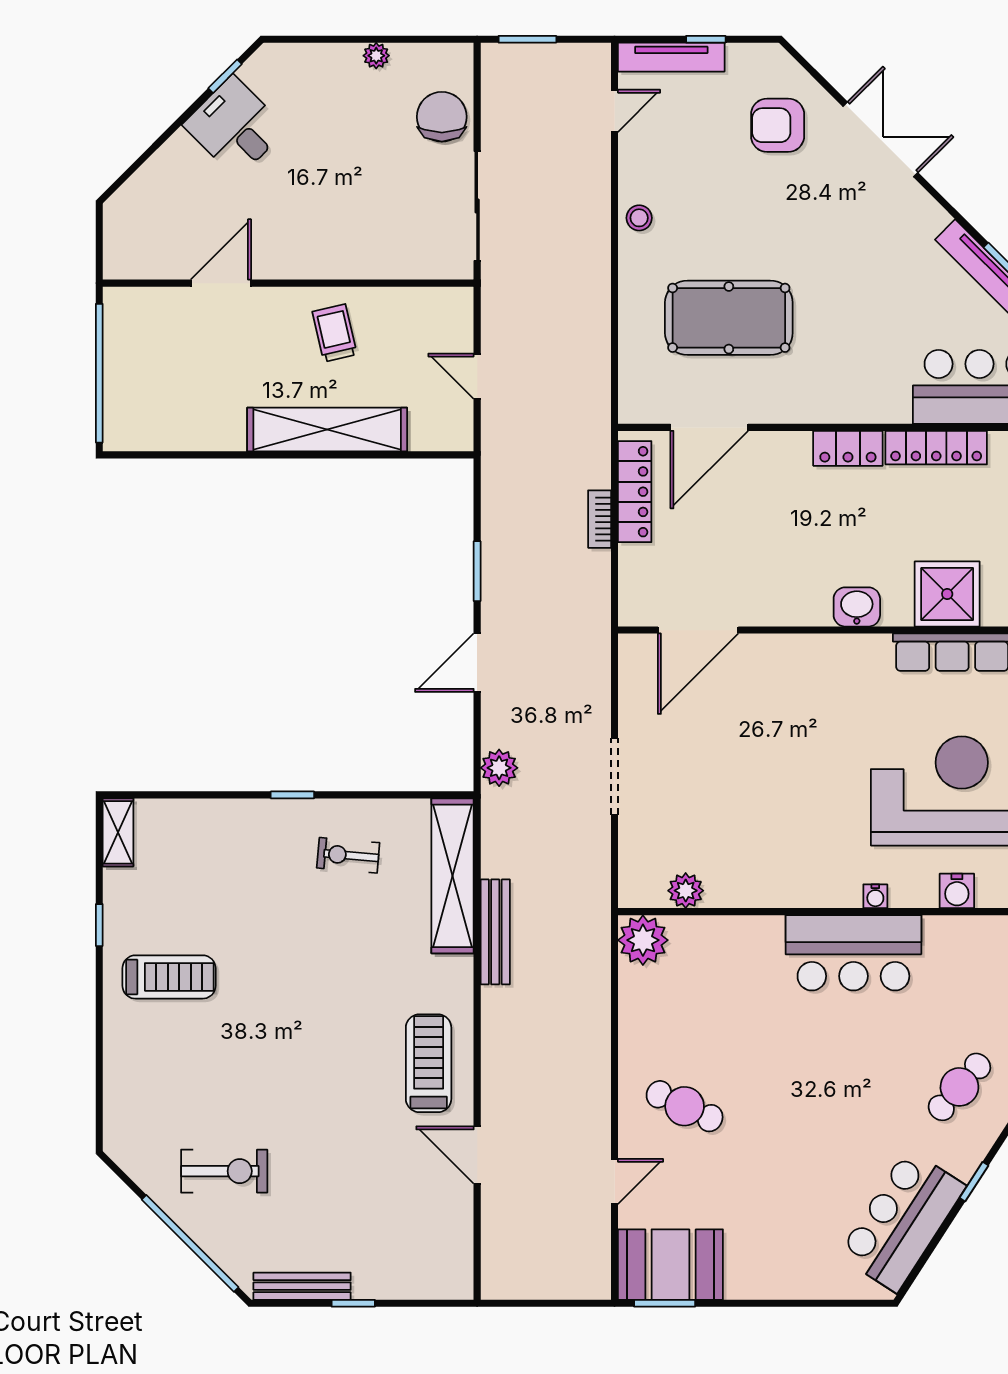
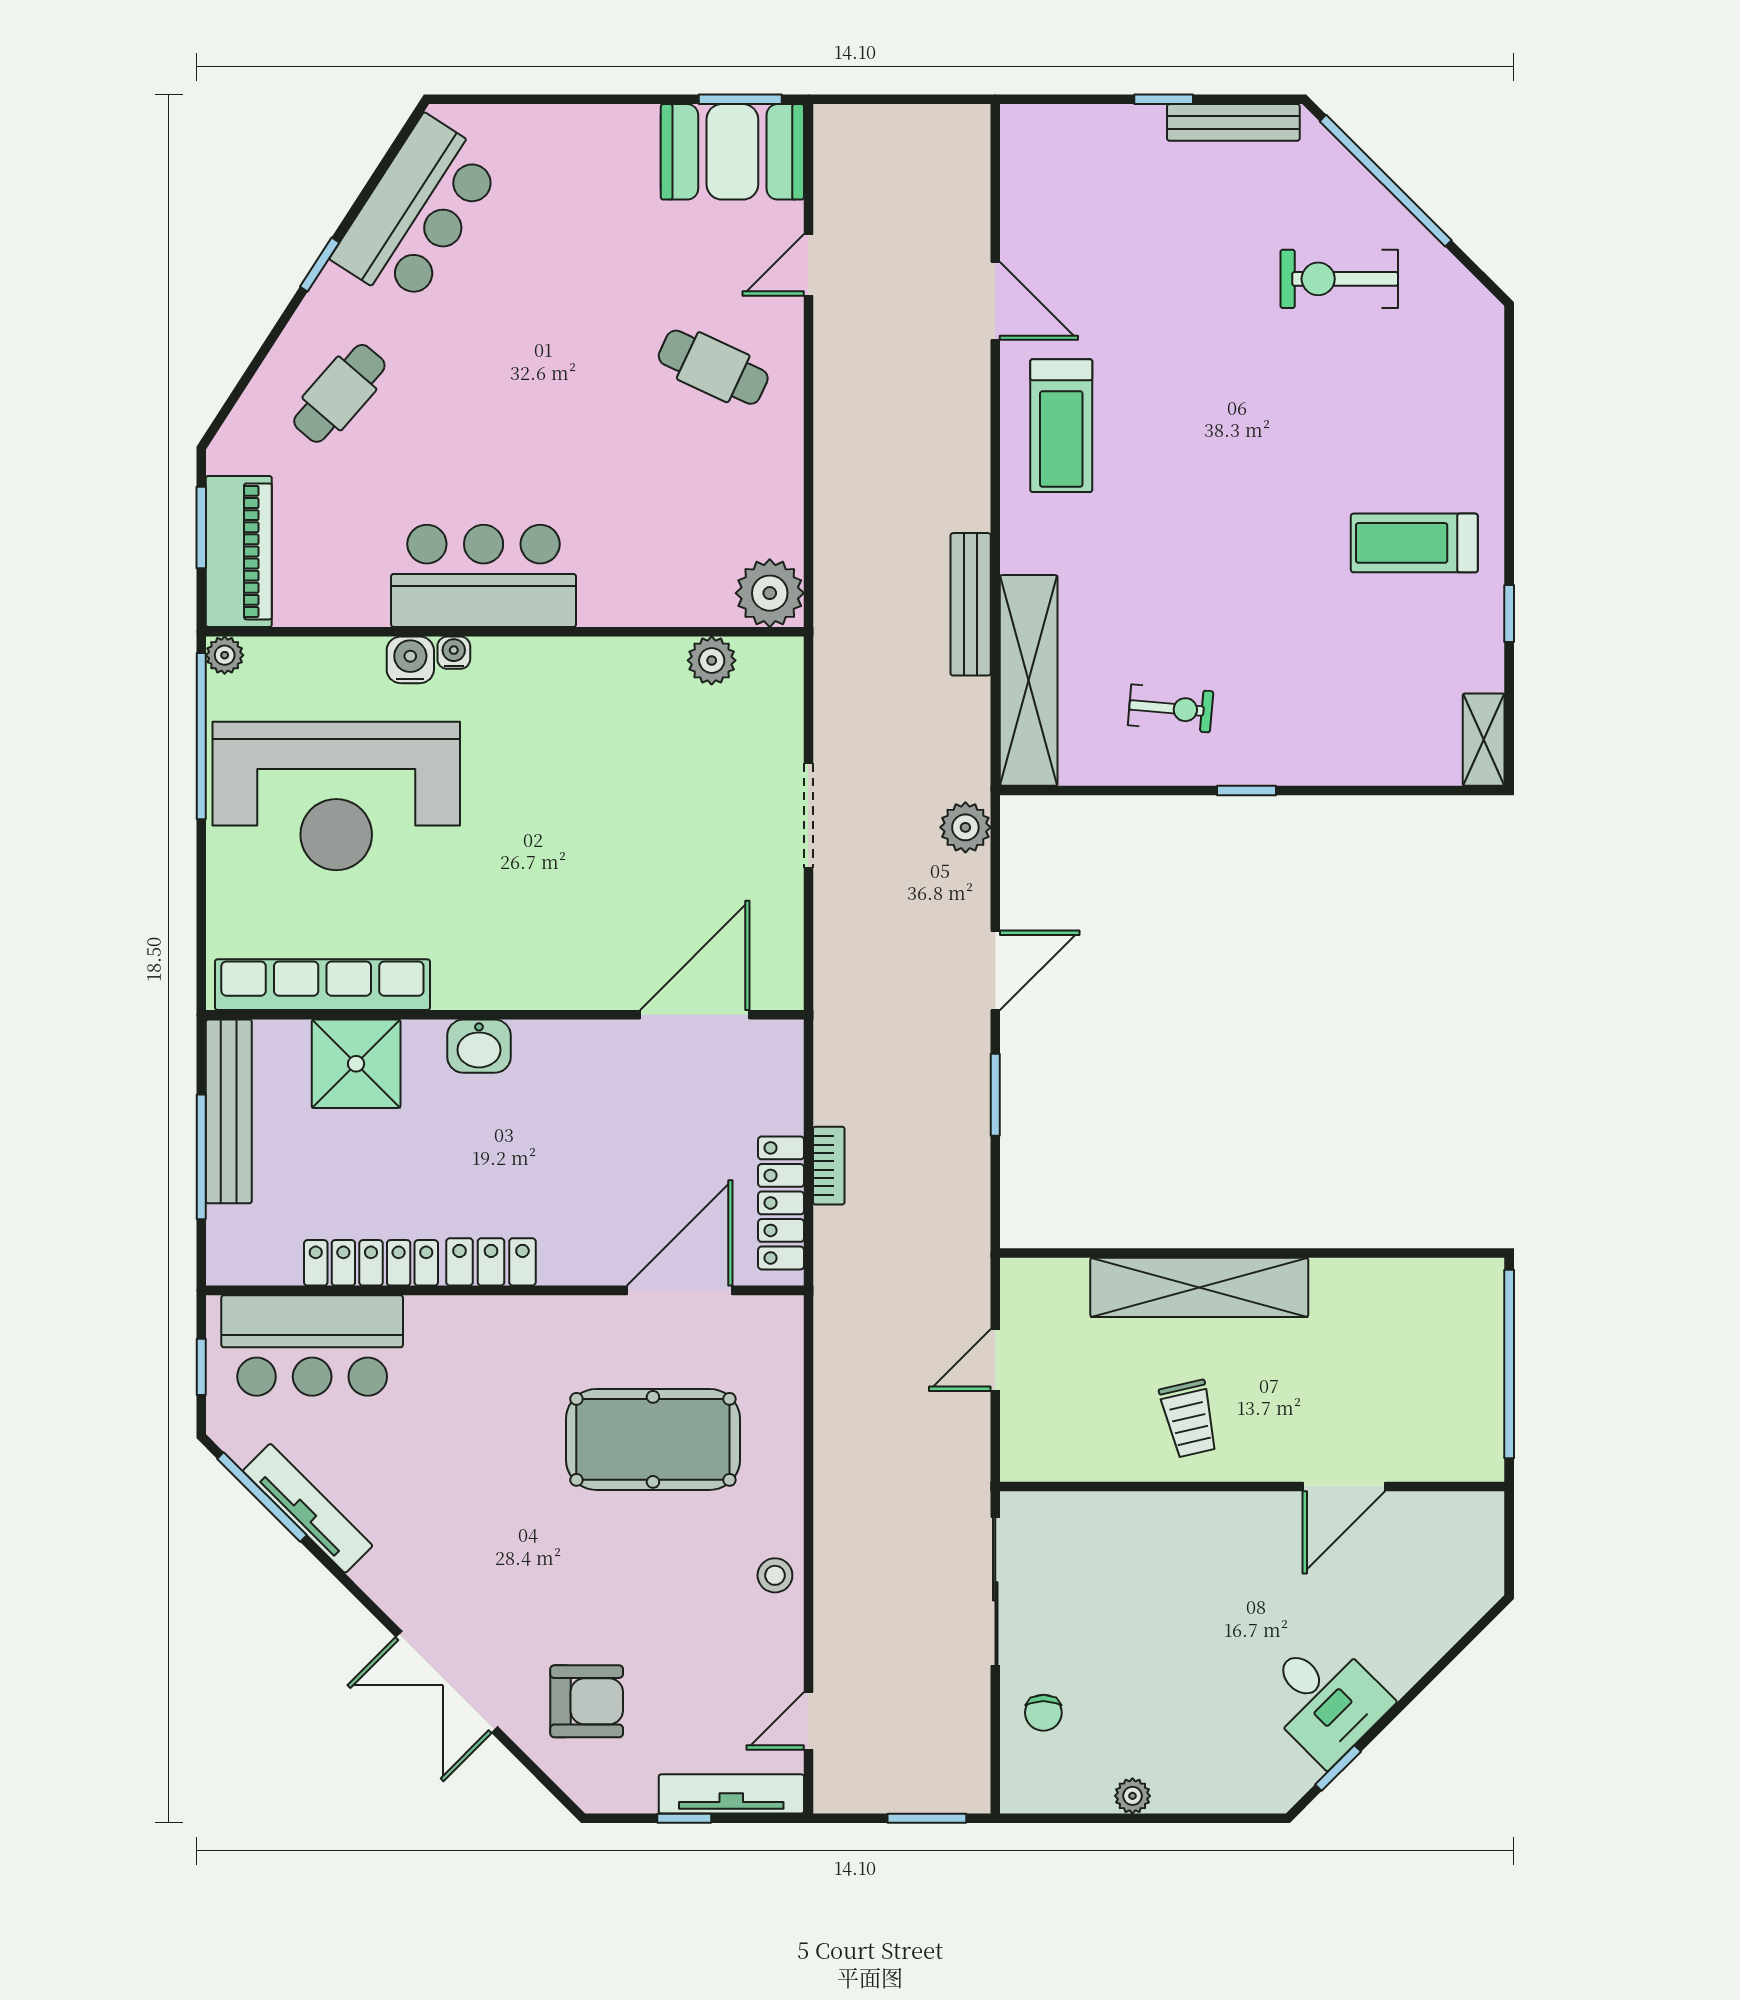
chair: (442, 117) -> (1043, 1713), width x0.54, depth x0.54
door: (477, 376) -> (995, 1360), swing flipped
water cooler: (957, 891) -> (410, 660), moved

